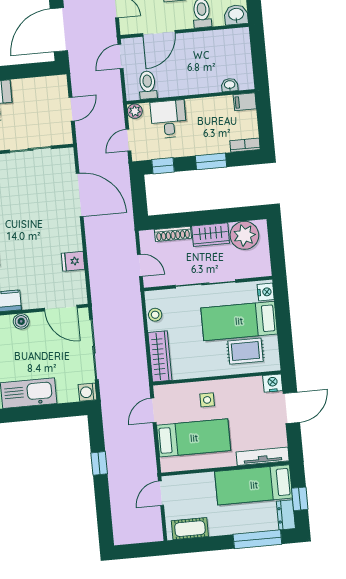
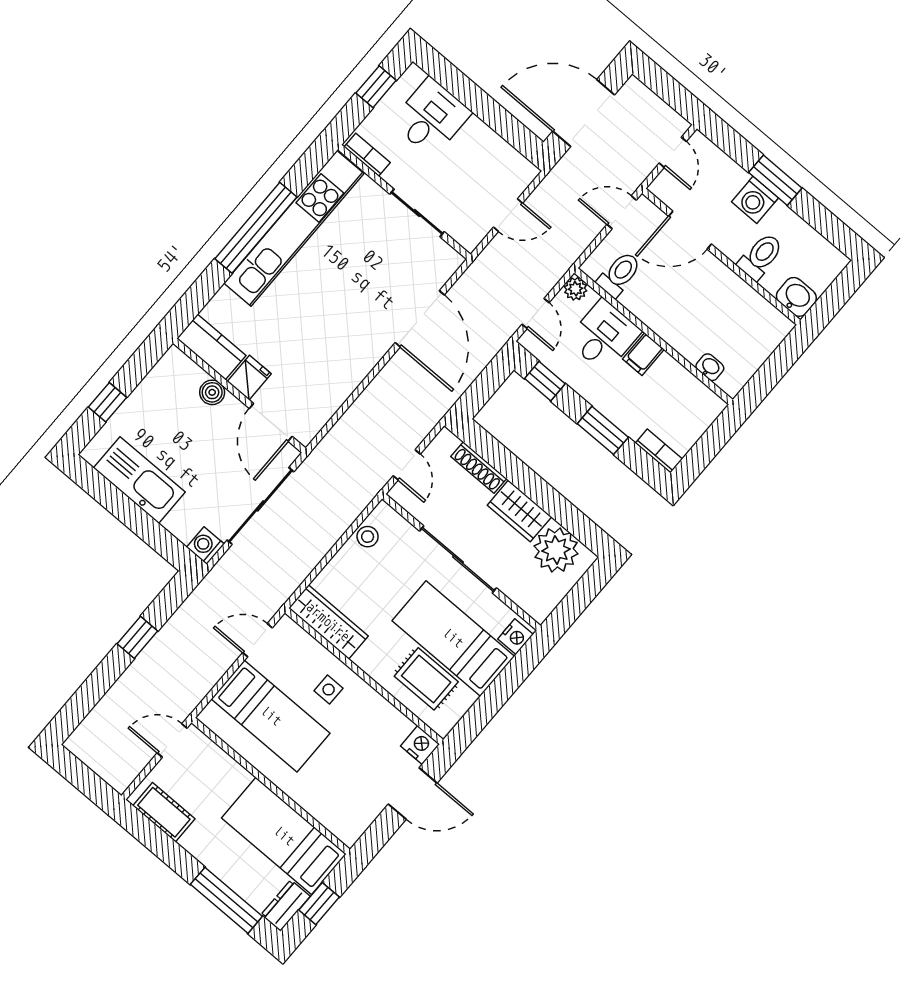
filing cabinet: (245, 102) -> (643, 354), moved, turned -90
door: (128, 140) -> (536, 313), swing flipped
fridge: (73, 261) -> (249, 378), moved, turned 90
wardrobe: (160, 356) -> (328, 622), moved, turned -90
tv unit: (263, 456) -> (326, 815), removed

